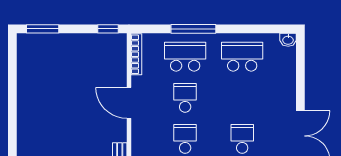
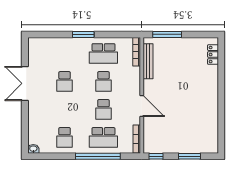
window: (43, 29) -> (190, 156), moved
window: (193, 29) -> (98, 156), width x1.46
school desk: (242, 57) -> (65, 137), width x0.54

